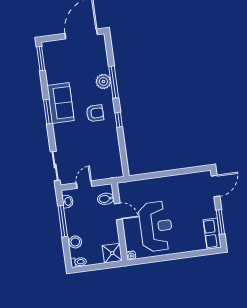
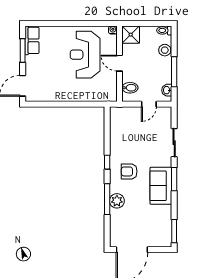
sliding door: (55, 166) -> (174, 143), moved
door: (118, 211) -> (120, 63), moved

